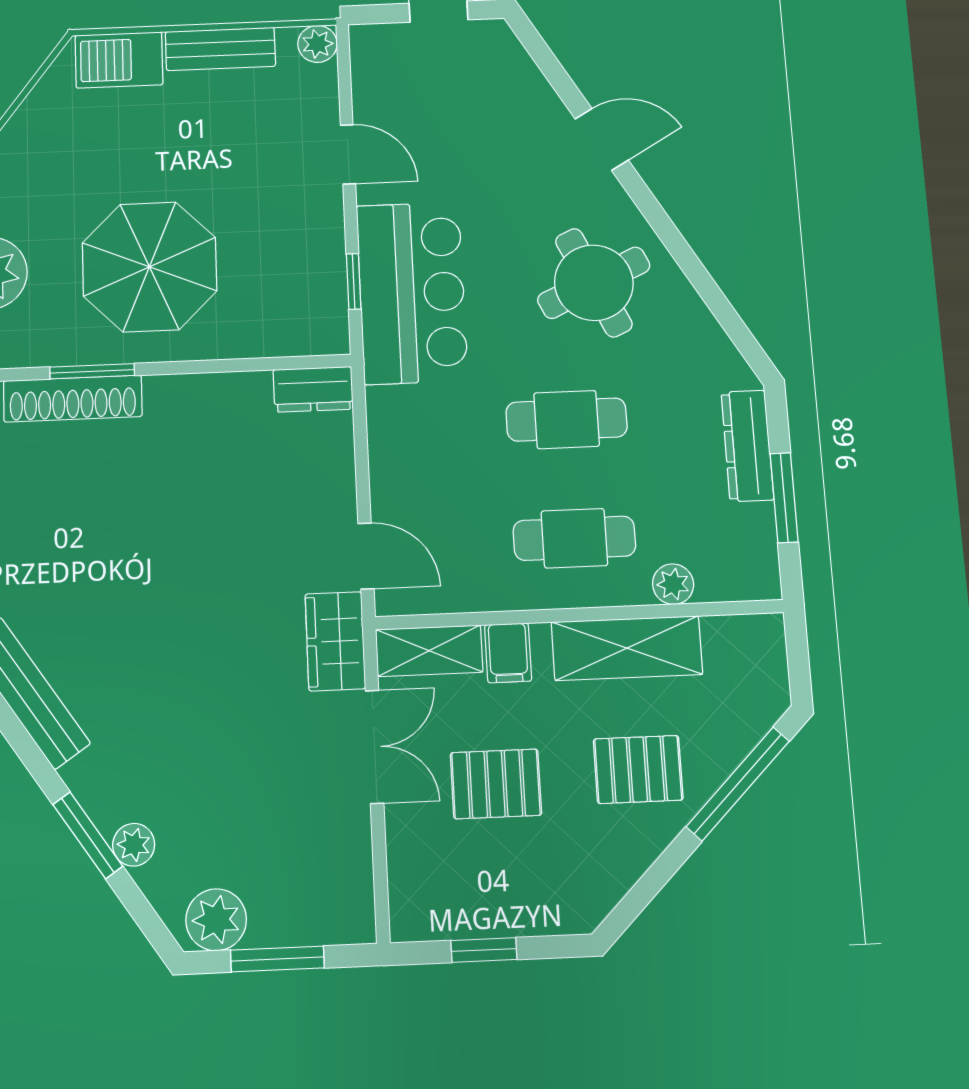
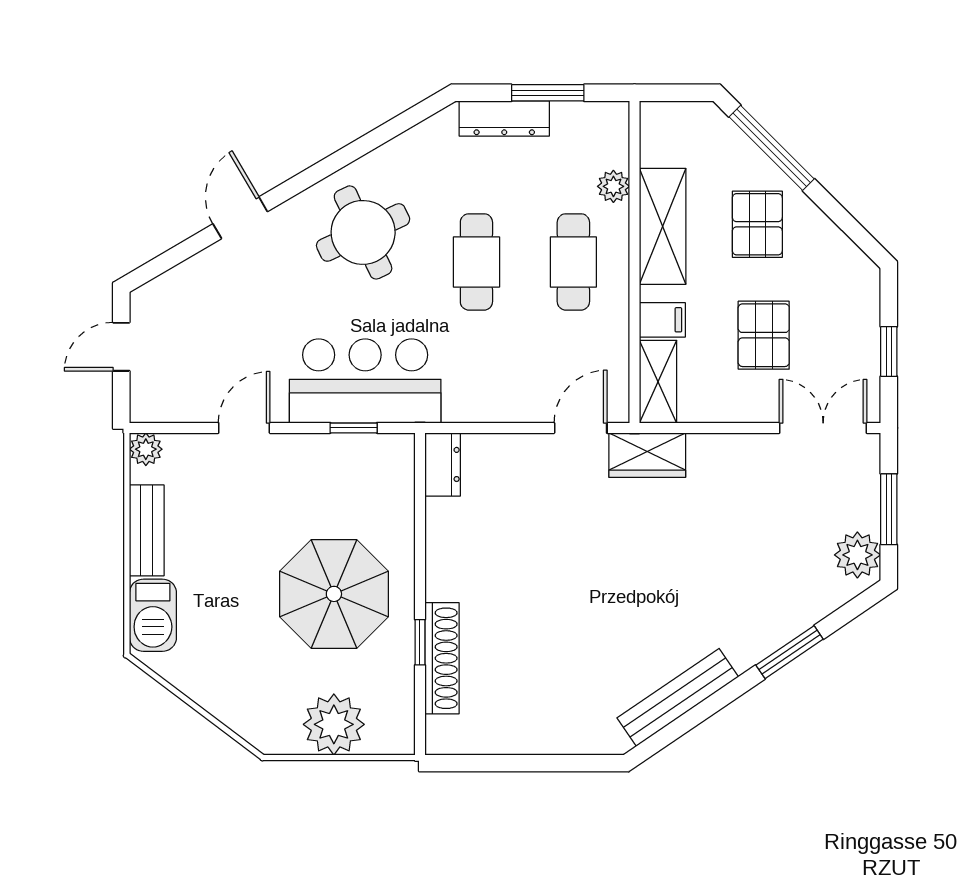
window: (92, 371) -> (420, 642), width x0.67
double door: (375, 747) -> (823, 428), moved
plant: (134, 845) -> (798, 617), removed

